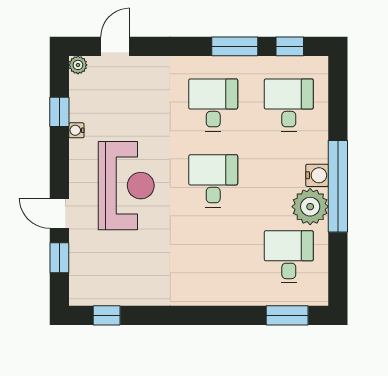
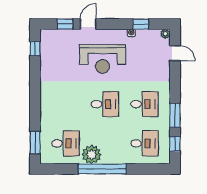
water cooler: (317, 175) -> (108, 158), removed

